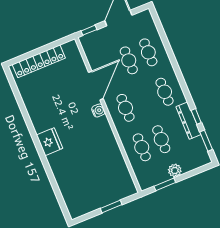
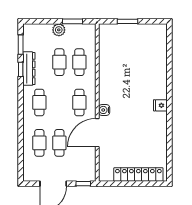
fridge: (50, 142) -> (160, 105), width x0.53, depth x0.75

